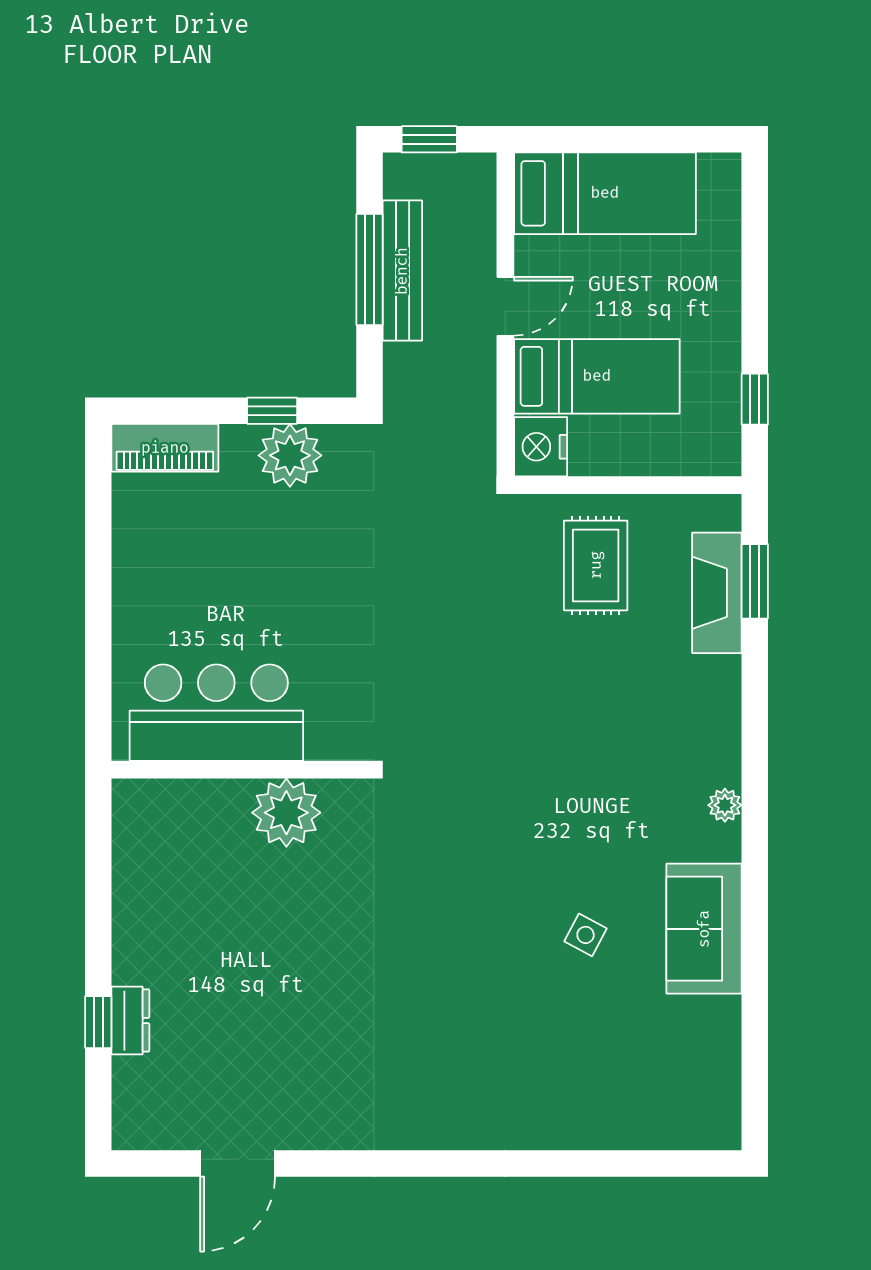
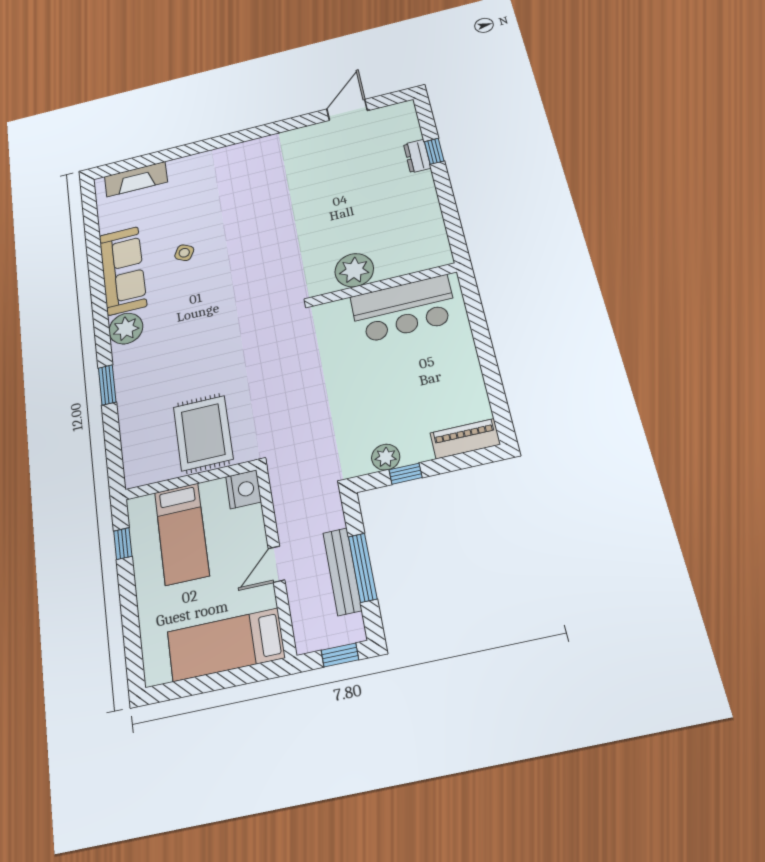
bed: (597, 376) -> (182, 534), moved, turned -90
plant: (290, 455) -> (386, 457), width x0.73, depth x0.73
rug: (596, 565) -> (203, 433), width x1.36, depth x1.43
window: (755, 581) -> (107, 385), moved
fireplace: (717, 593) -> (136, 179), moved, turned 90
plant: (725, 805) -> (126, 329), width x1.88, depth x1.88
sofa: (704, 929) -> (123, 271), width x1.36

